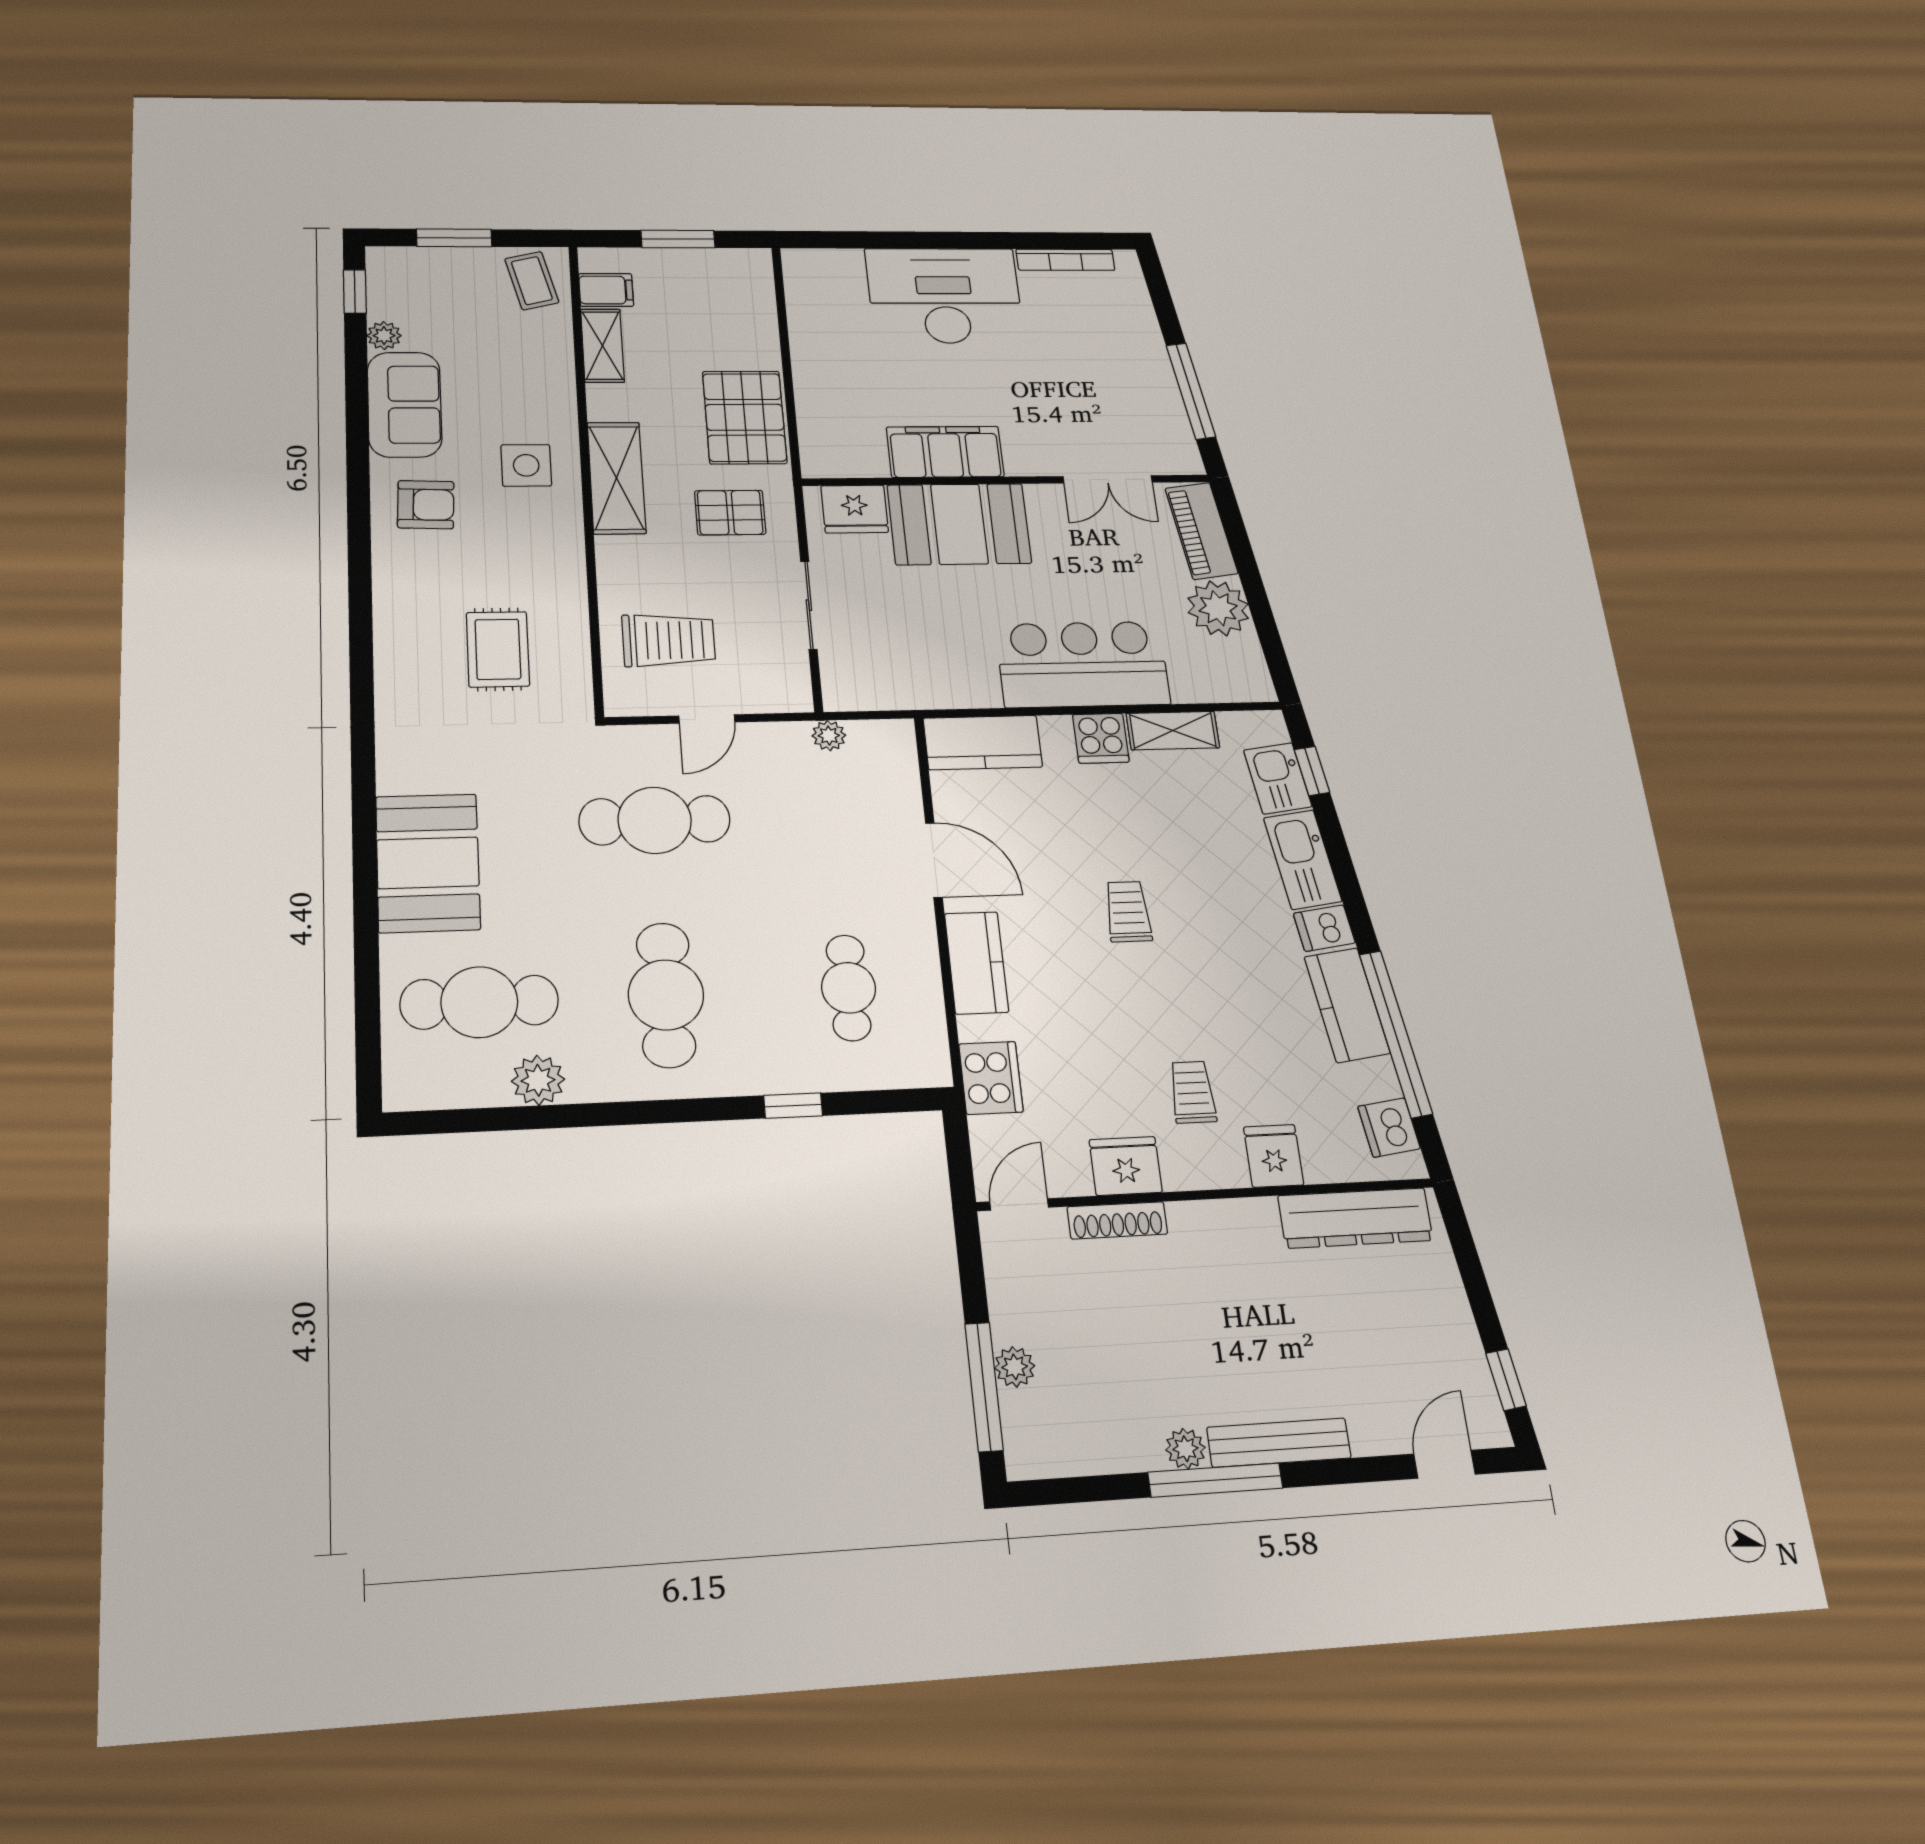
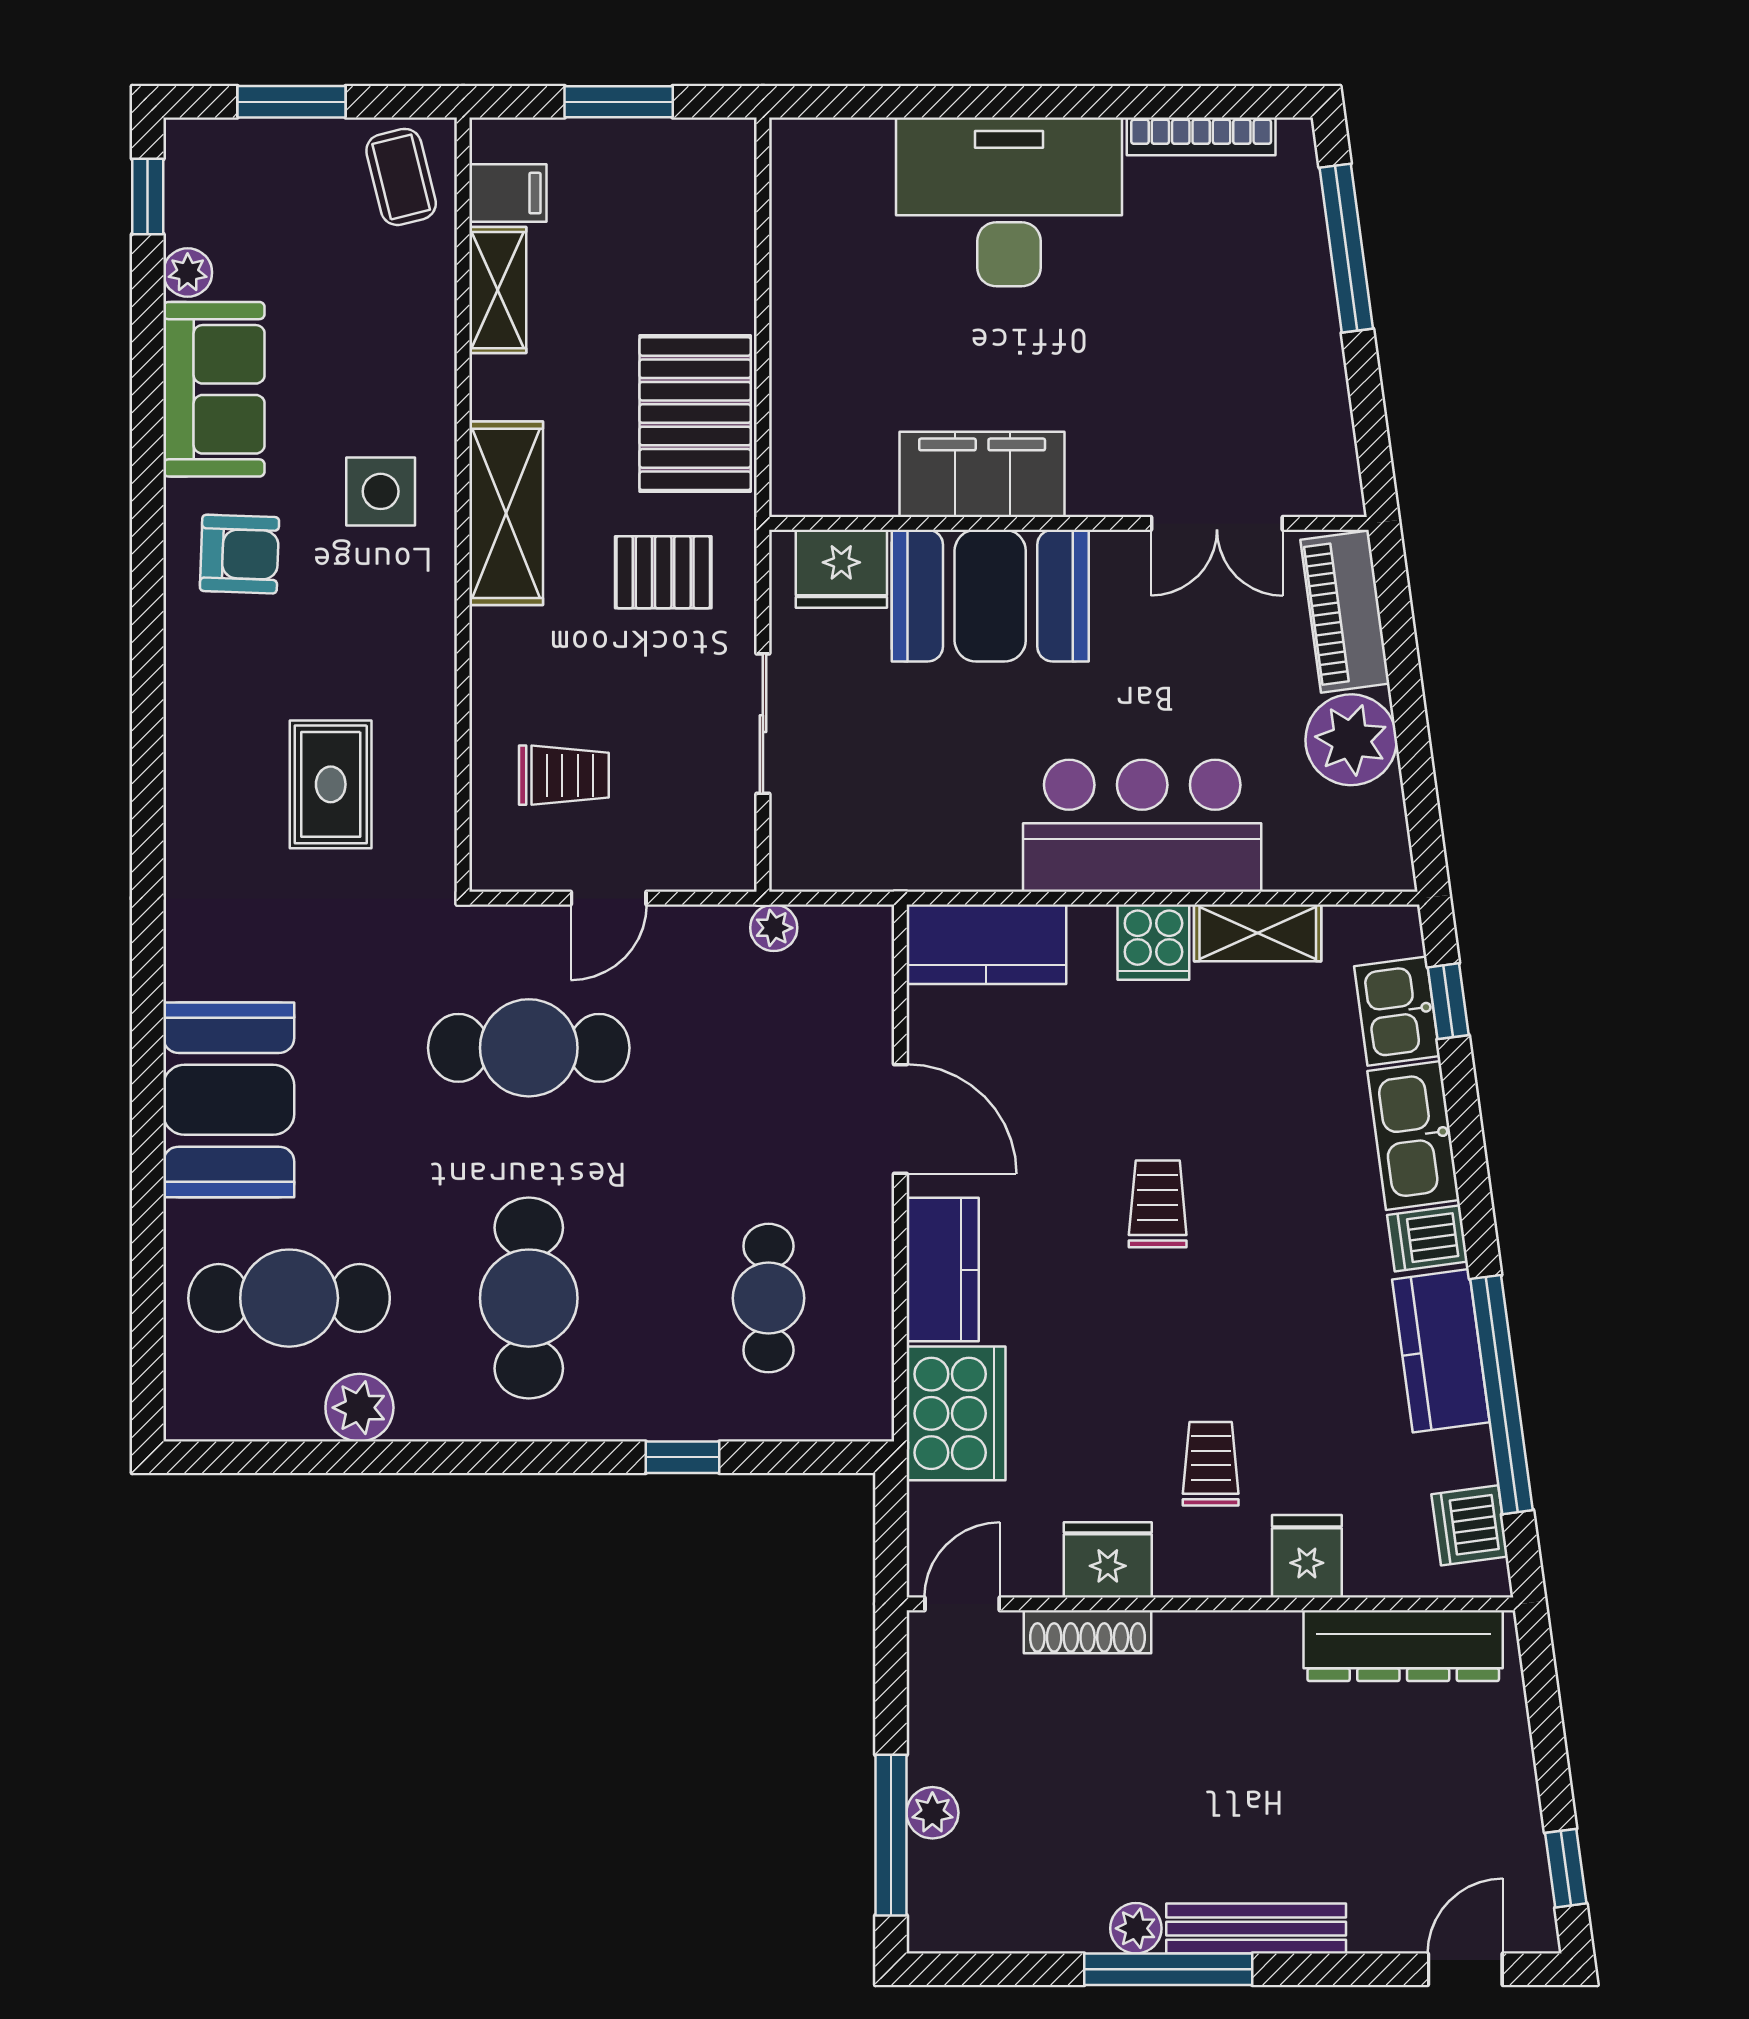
window: (1191, 391) -> (1346, 248), moved
trolley: (669, 640) -> (564, 775), width x0.73, depth x0.72
cooker: (991, 1078) -> (956, 1413), width x1.37, depth x1.31

